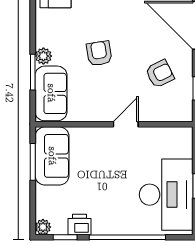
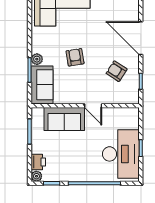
armchair: (160, 74) -> (117, 71), turned -121
door: (126, 124) -> (93, 106), swing flipped
sofa: (52, 156) -> (64, 119), moved, turned 90
printer: (80, 225) -> (38, 162), moved, turned 90

